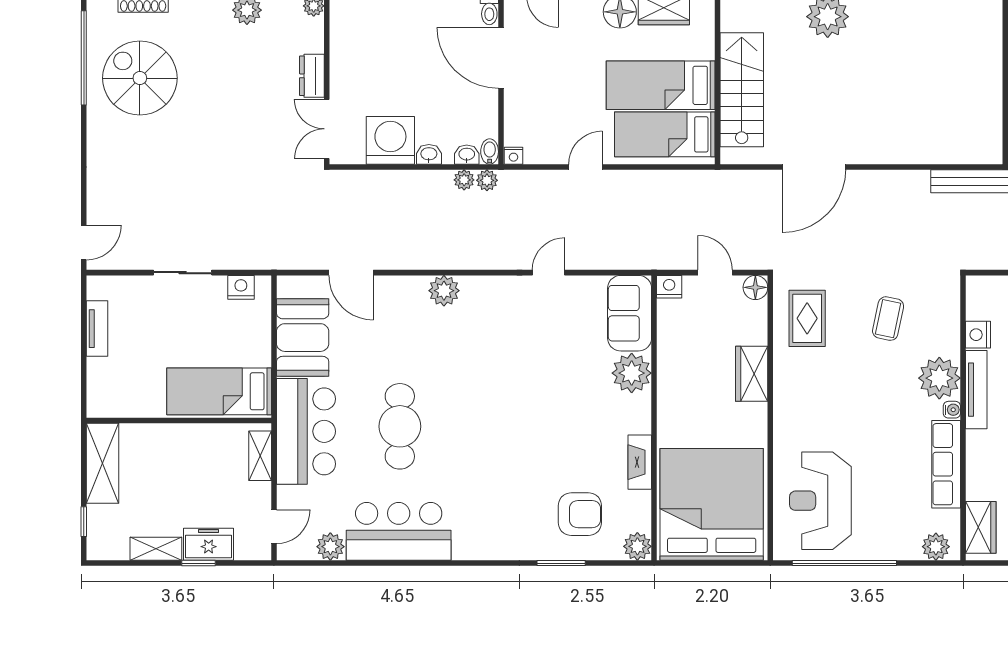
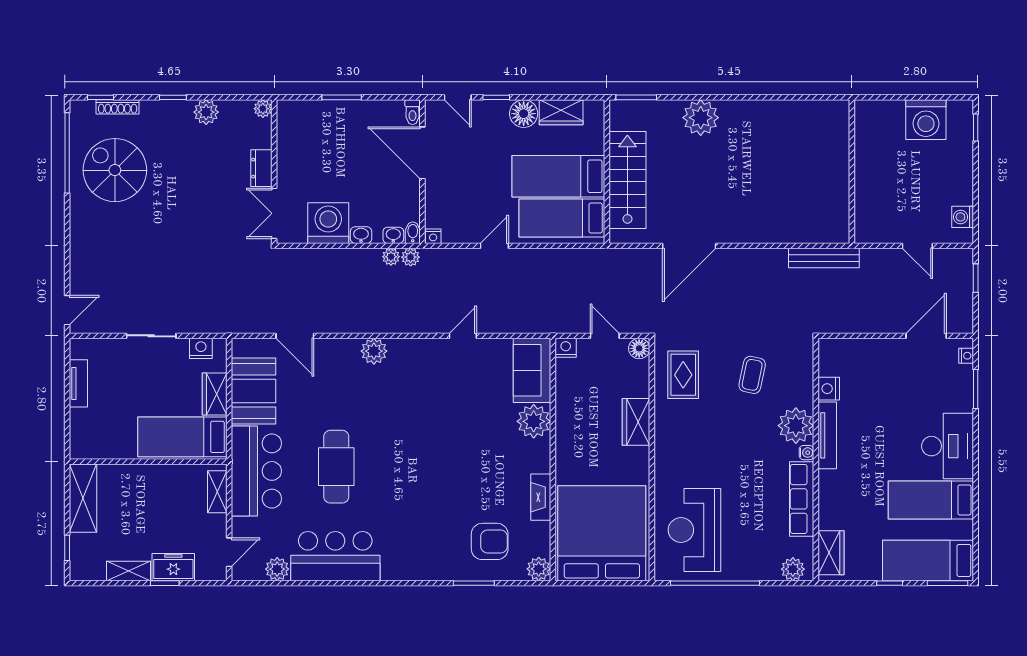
wardrobe: (257, 341) -> (215, 394), added

